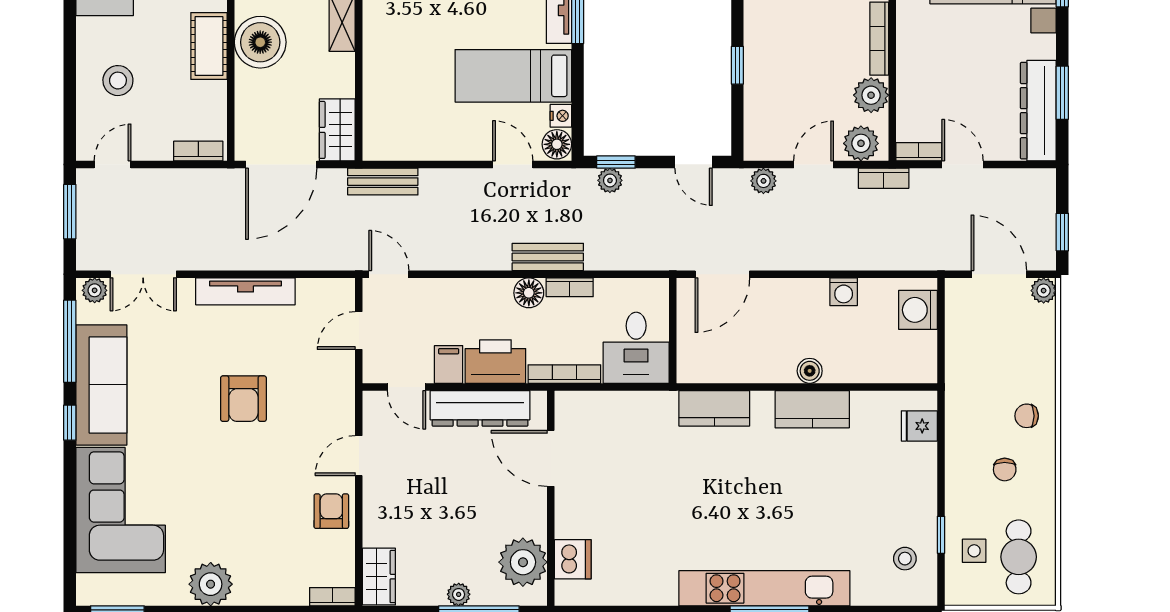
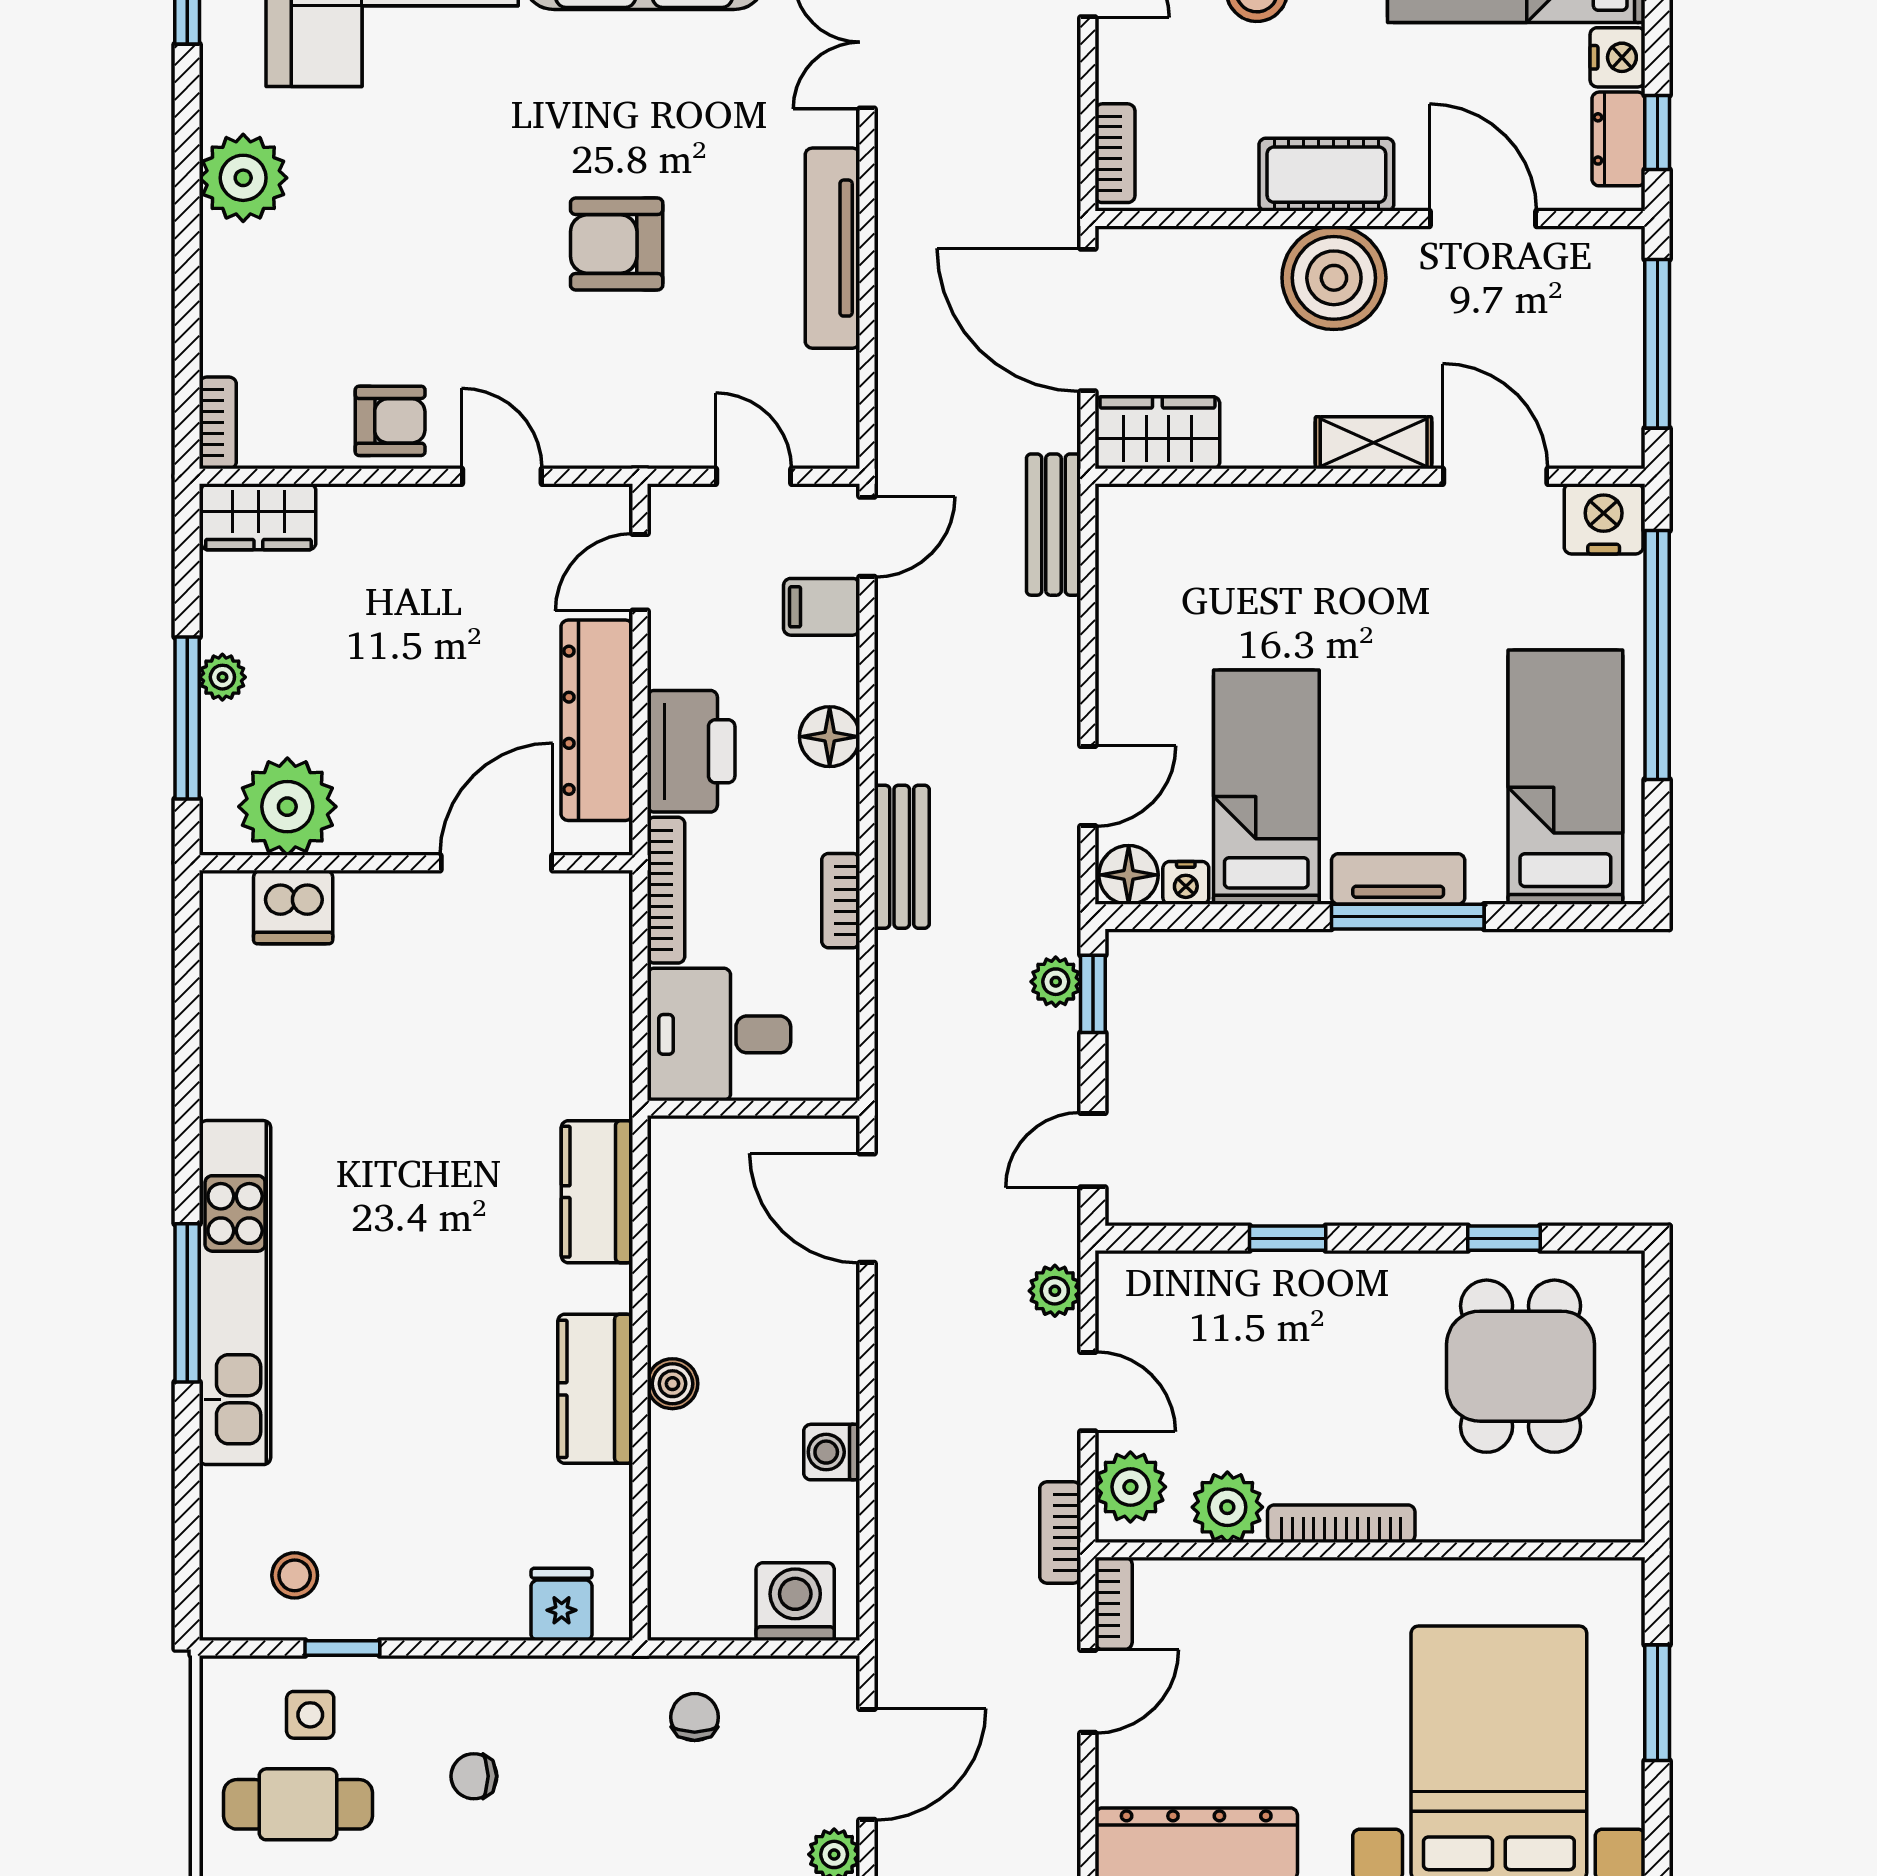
floor lamp: (529, 293) -> (830, 737), moved
filing cabinet: (449, 364) -> (822, 607), moved, turned 180
chair: (1027, 416) -> (695, 1717), moved

